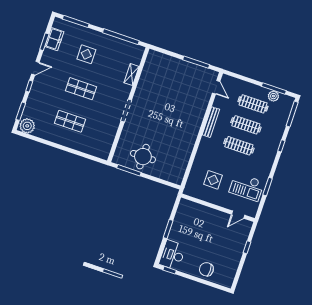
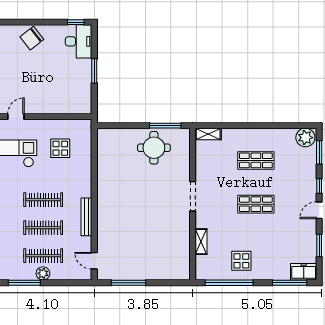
freezer: (54, 39) -> (304, 272), moved, turned 90
display table: (86, 54) -> (241, 261), moved
plant: (273, 96) -> (43, 273), moved
shelving: (99, 153) -> (208, 134), added
chair: (206, 269) -> (32, 38), turned 142

